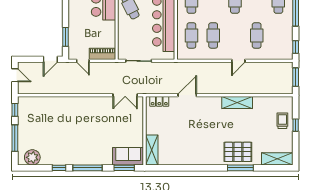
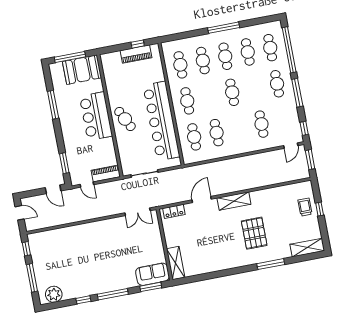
door: (50, 59) -> (53, 189), hinge flipped
door: (238, 61) -> (291, 146), moved
shelving: (237, 102) -> (234, 201), moved
pallet: (238, 152) -> (254, 233), moved, turned 90

